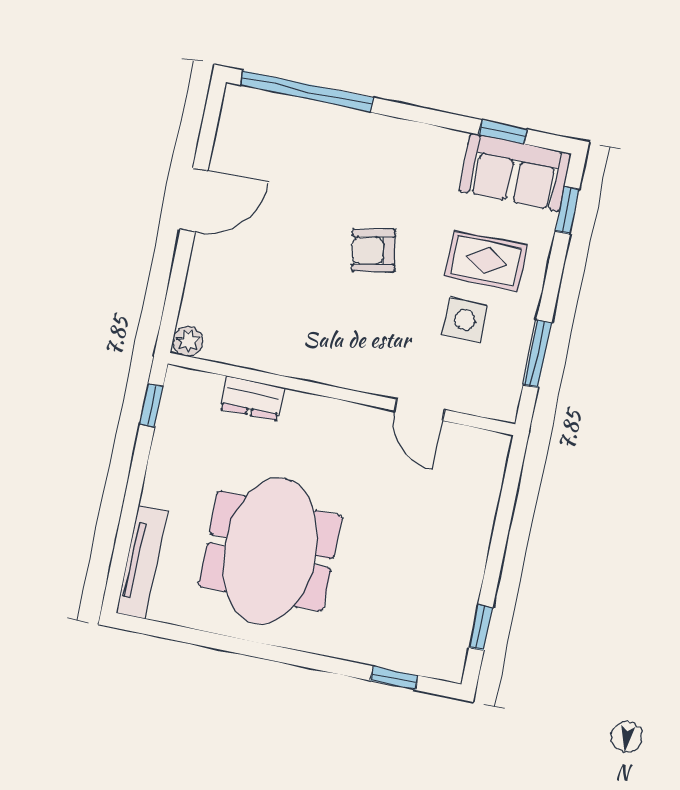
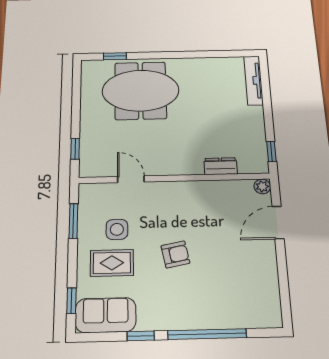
window: (307, 91) -> (207, 334), moved
window: (503, 132) -> (141, 336), moved
door: (194, 200) -> (278, 222), moved
meeting table: (270, 551) -> (140, 91), moved, turned 90
window: (481, 628) -> (75, 149), moved

